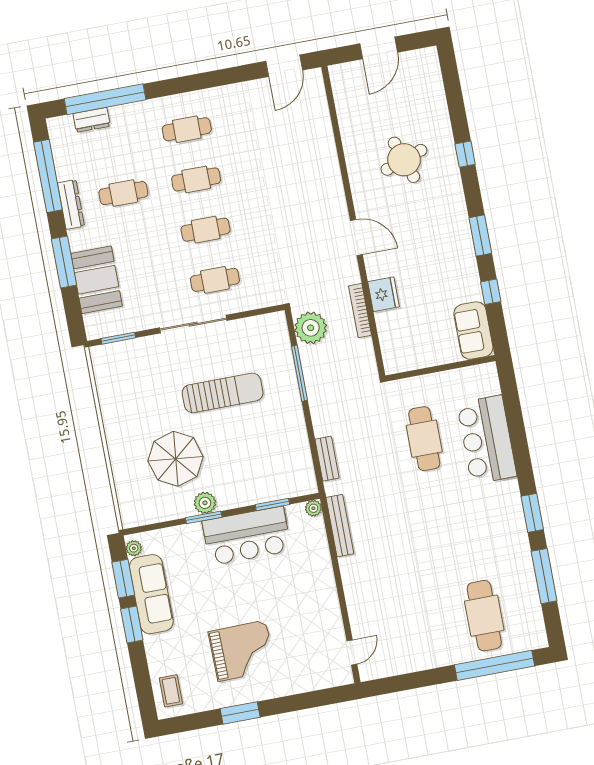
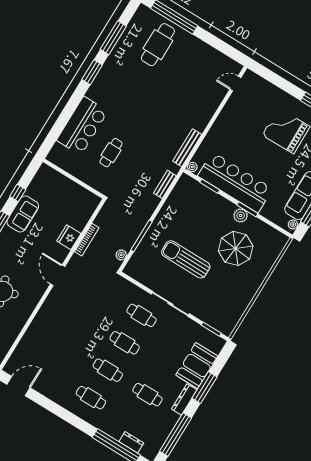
dresser: (71, 204) -> (184, 399), moved
plant: (311, 328) -> (121, 255), width x0.53, depth x0.53
sofa: (473, 331) -> (23, 214), moved
cafe table: (424, 439) -> (111, 153), width x0.73, depth x0.74
bar counter: (247, 536) -> (235, 182), width x1.36

